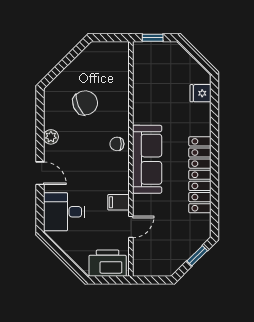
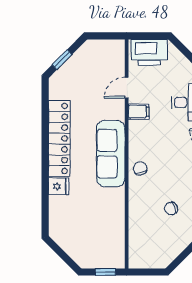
fridge: (201, 93) -> (59, 186), moved
chair: (85, 103) -> (171, 209), width x0.54, depth x0.54
chair: (117, 144) -> (140, 168), turned -101

